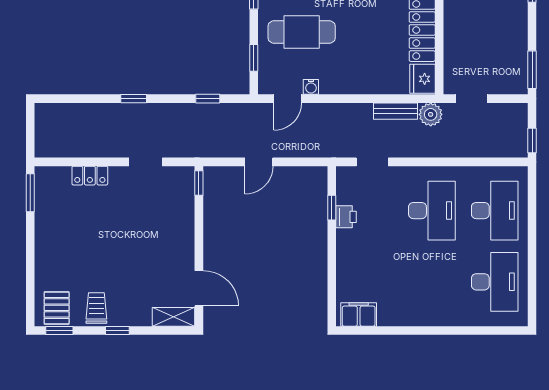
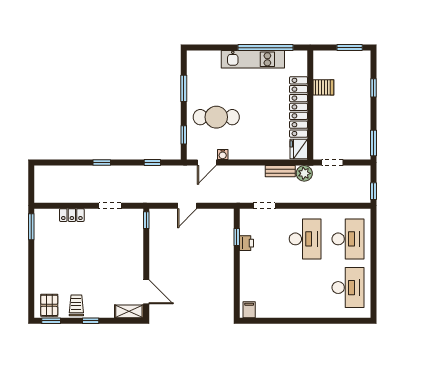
filing cabinet: (359, 314) -> (249, 310), width x0.50

